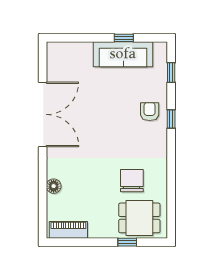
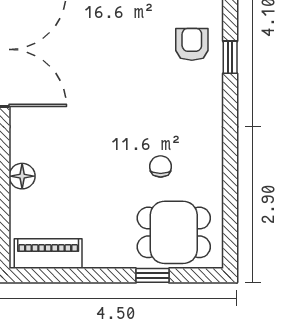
chair: (132, 181) -> (161, 166), width x0.54, depth x0.54

